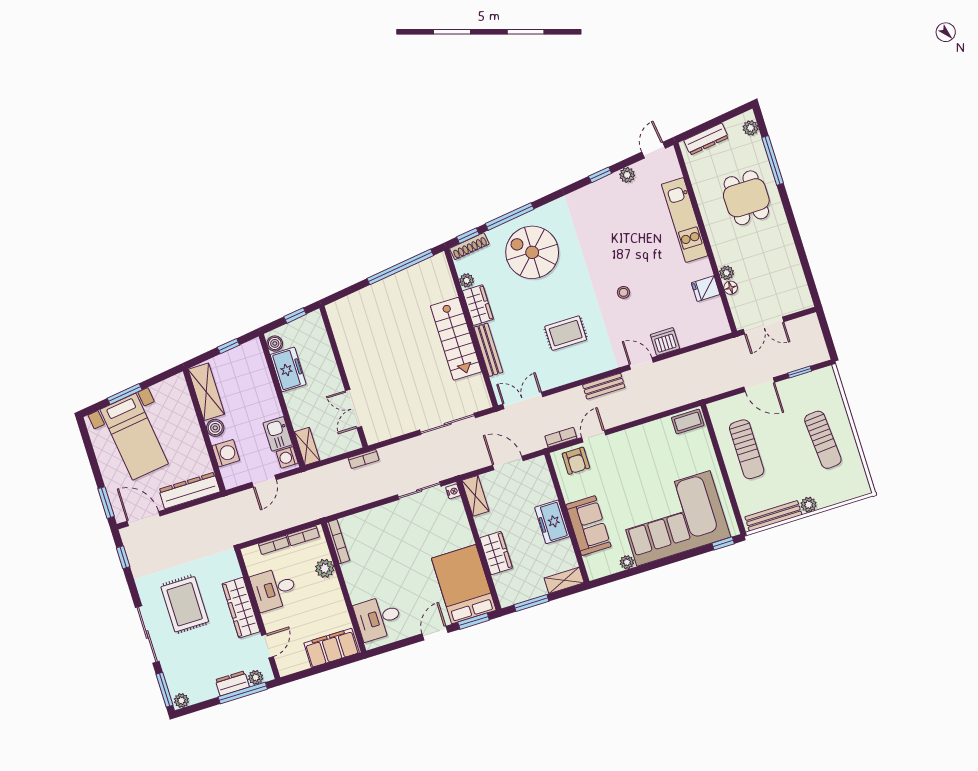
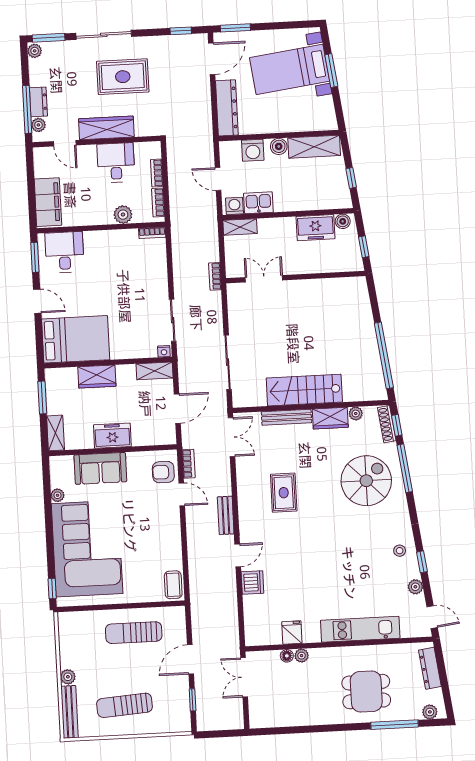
stool: (623, 292) -> (400, 551), moved
bench: (773, 516) -> (70, 712), moved
bookcase: (338, 541) -> (152, 233), width x0.64
window: (474, 621) -> (35, 257), moved

